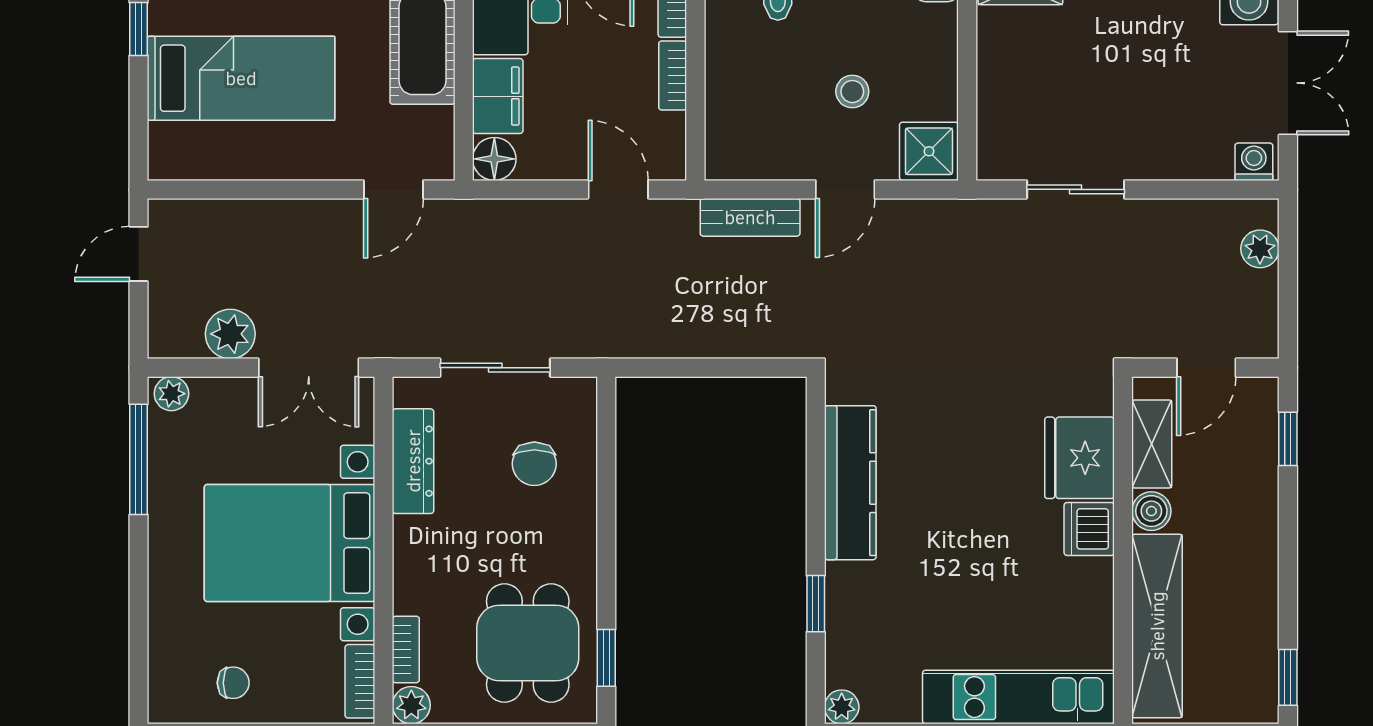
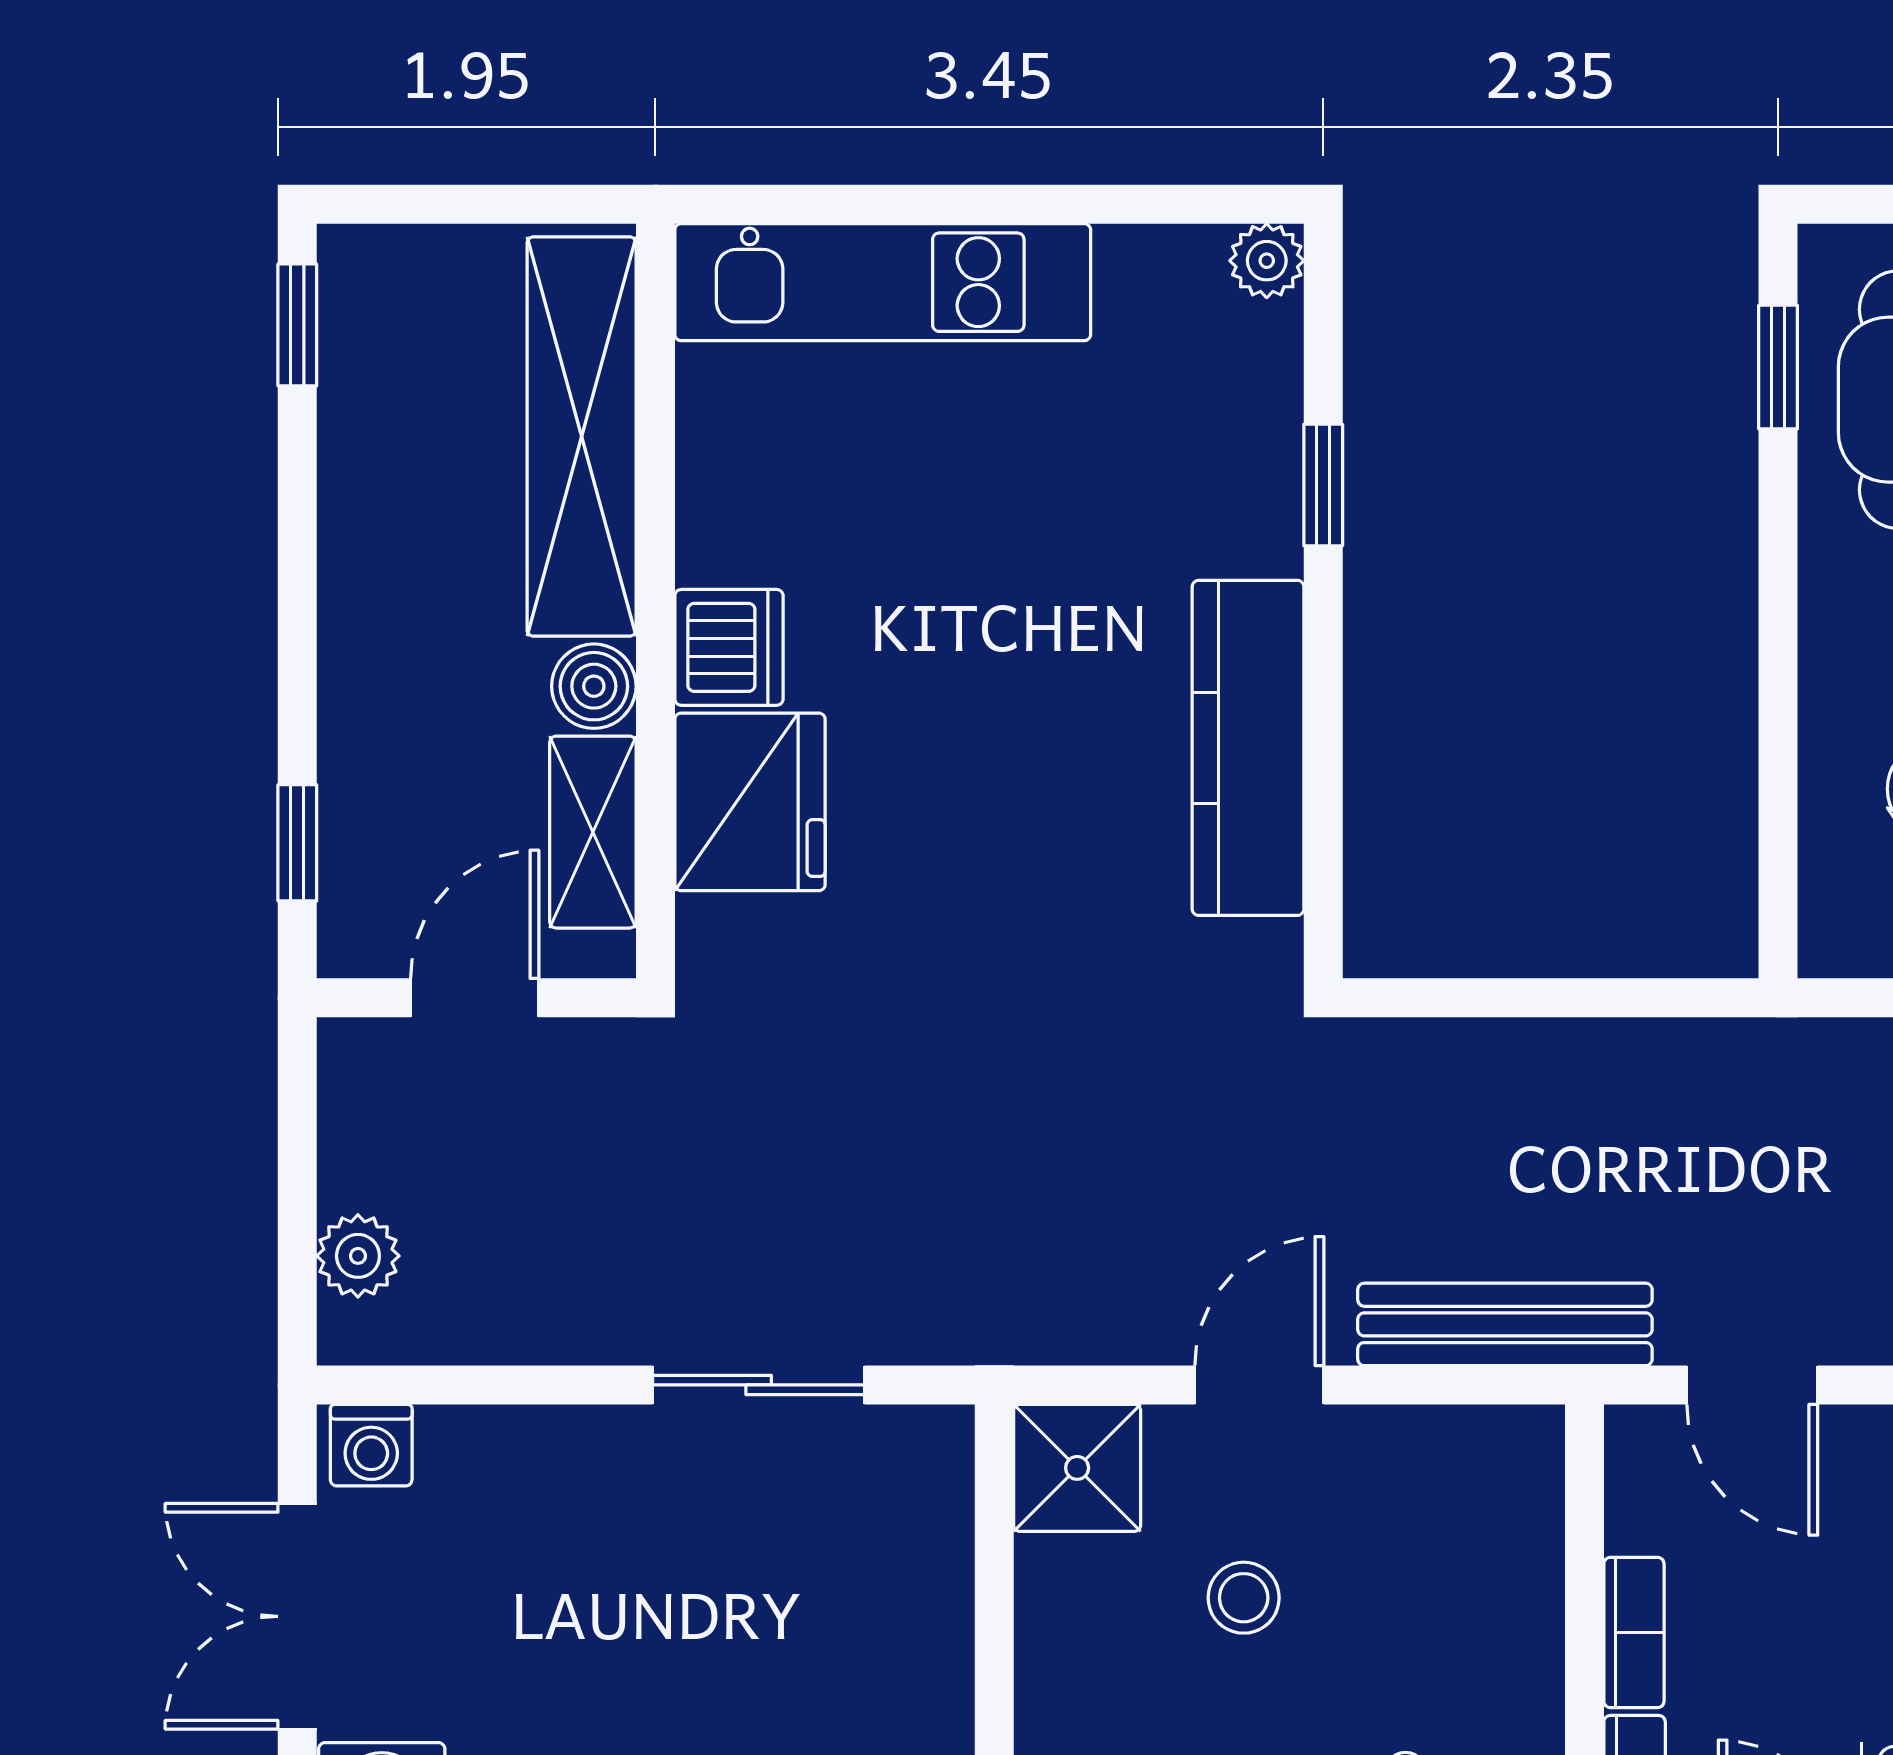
bench: (750, 217) -> (1505, 1324), width x1.36

